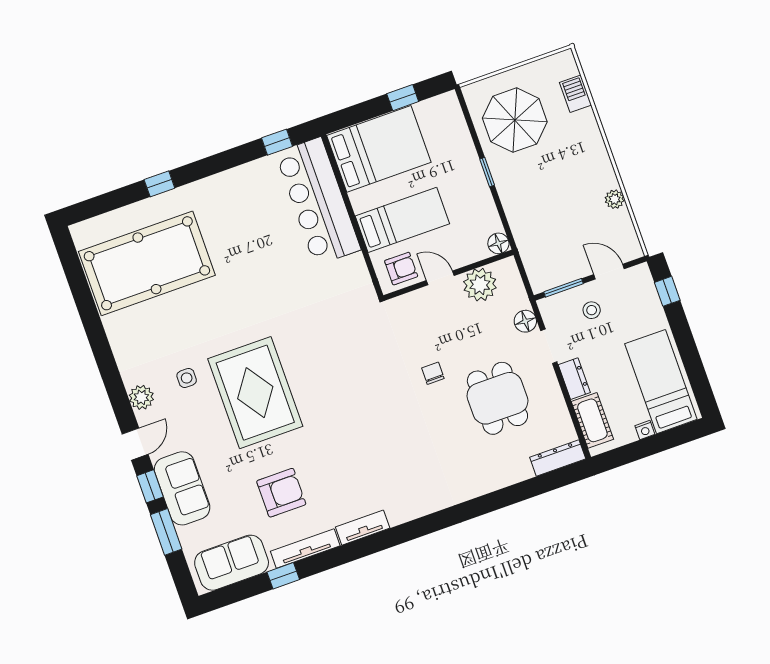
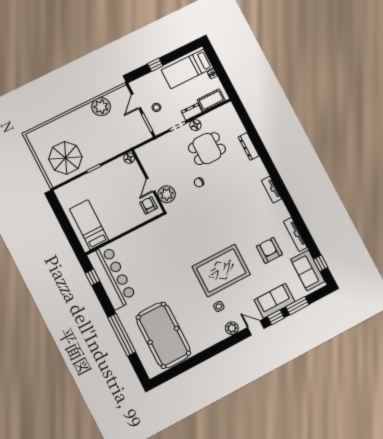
barbecue: (575, 94) -> (48, 129), removed
window: (403, 98) -> (61, 216), removed
bed: (379, 149) -> (89, 225), width x0.67
window: (159, 184) -> (122, 335), width x3.17
plant: (615, 199) -> (101, 107), width x1.87, depth x1.87
bar counter: (318, 201) -> (112, 277), moved, turned -90
bed: (402, 220) -> (124, 208), removed
plant: (480, 285) -> (167, 194), moved
window: (667, 291) -> (155, 65), moved
floor lamp: (525, 321) -> (195, 125), moved
dresser: (558, 458) -> (249, 146), moved
tv unit: (363, 528) -> (272, 190), moved
window: (283, 576) -> (321, 263), moved

